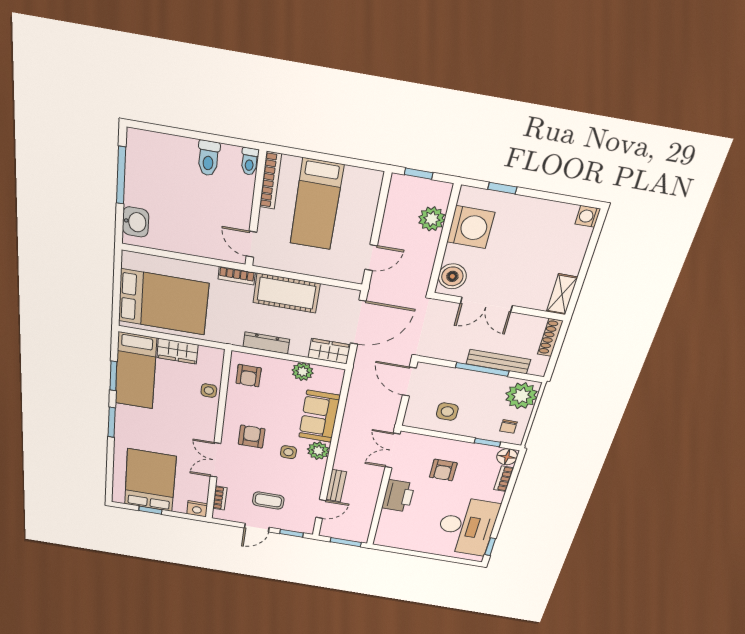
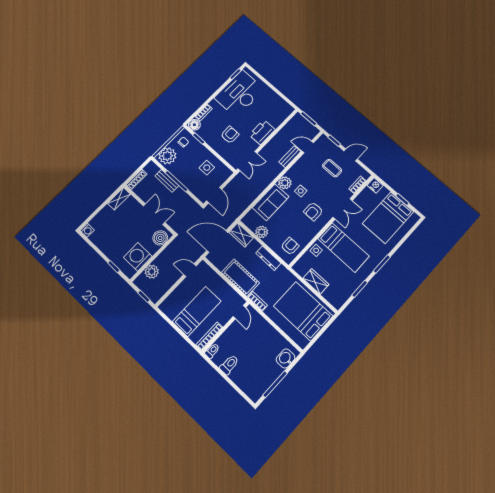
bench: (498, 362) -> (167, 181), width x0.73
bed: (136, 371) -> (343, 247), moved, turned 90

